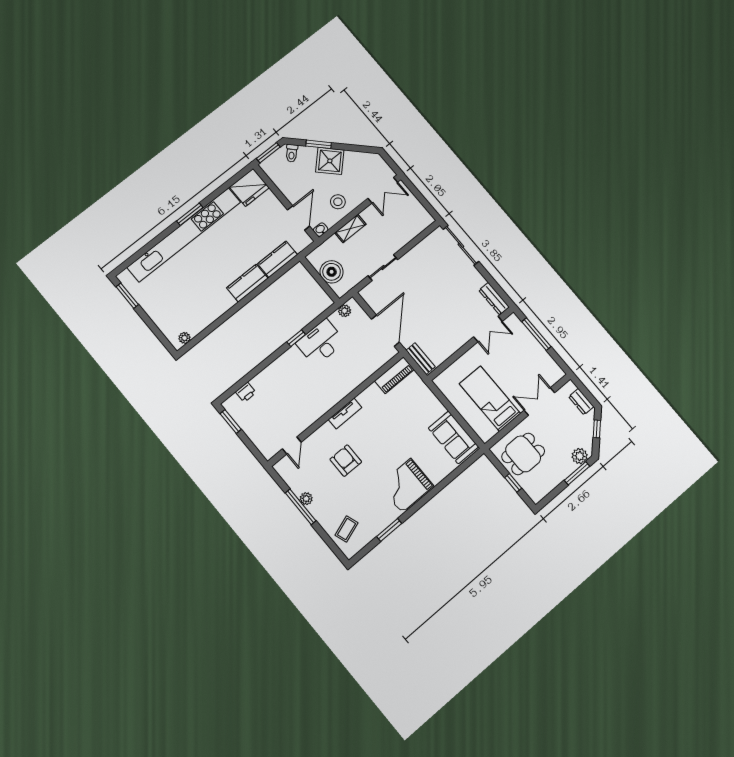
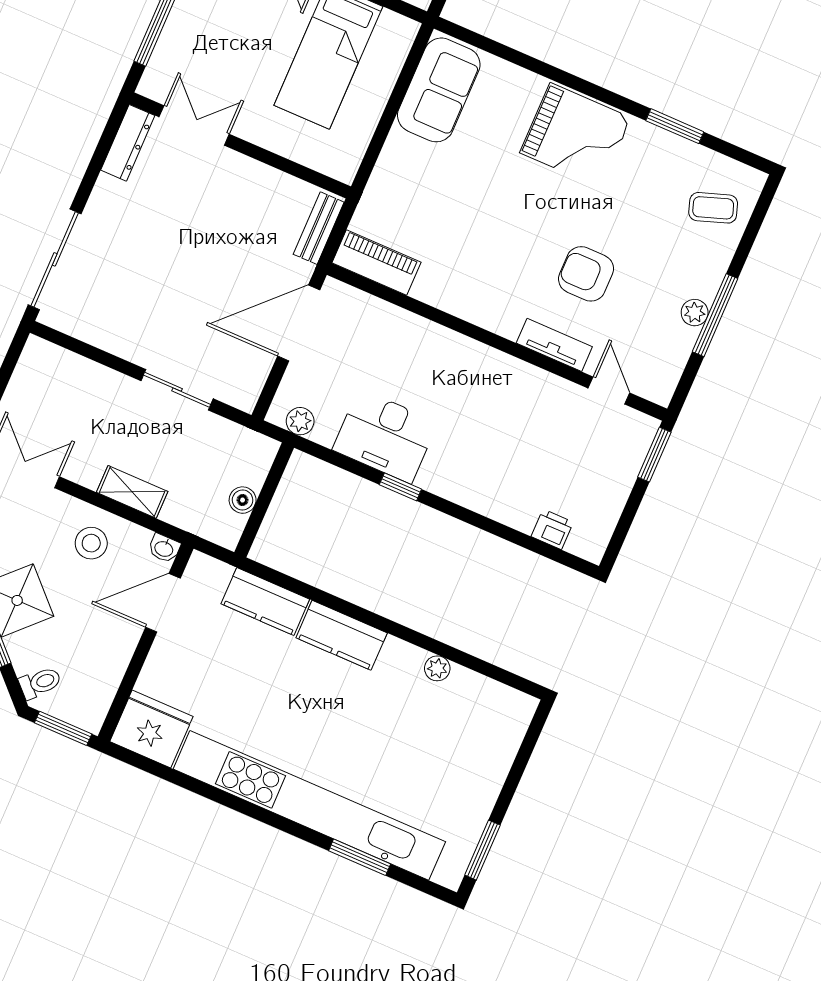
window: (190, 214) -> (360, 857), moved
boiler: (332, 272) -> (243, 500), width x0.54, depth x0.54
plant: (184, 338) -> (437, 668), moved
tv unit: (345, 413) -> (554, 345), moved
window: (231, 422) -> (654, 455), moved
door: (292, 446) -> (609, 391), hinge flipped
armchair: (346, 461) -> (586, 274), turned 90

